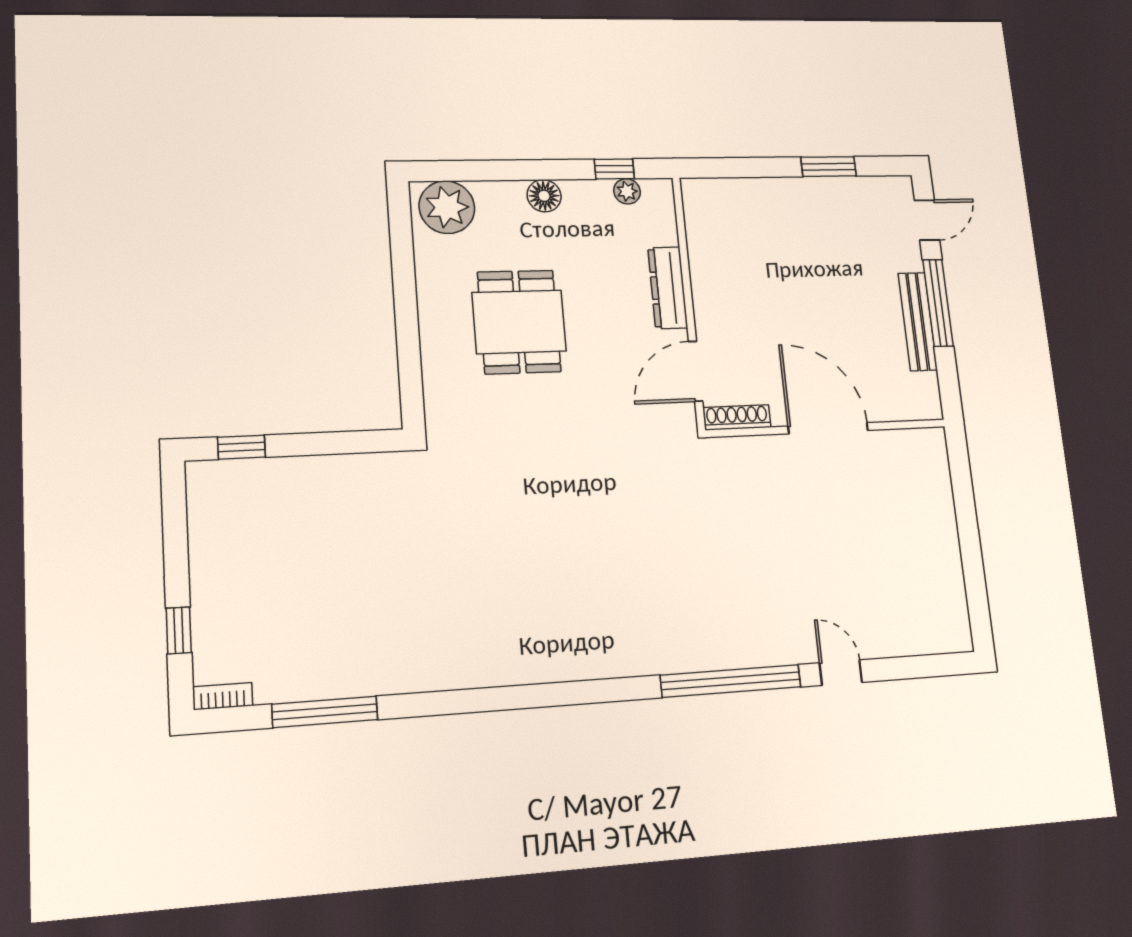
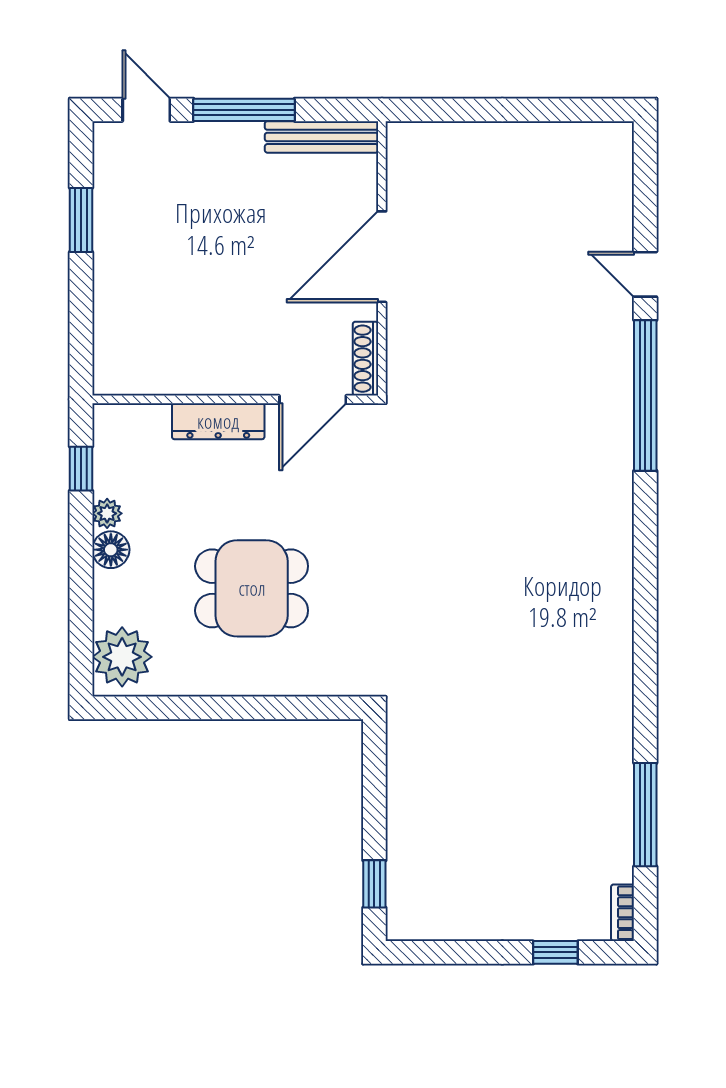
plant: (627, 191) -> (107, 513), moved
bench: (918, 321) -> (322, 137), moved
door: (696, 371) -> (313, 399), hinge flipped
door: (841, 673) -> (645, 274), hinge flipped

